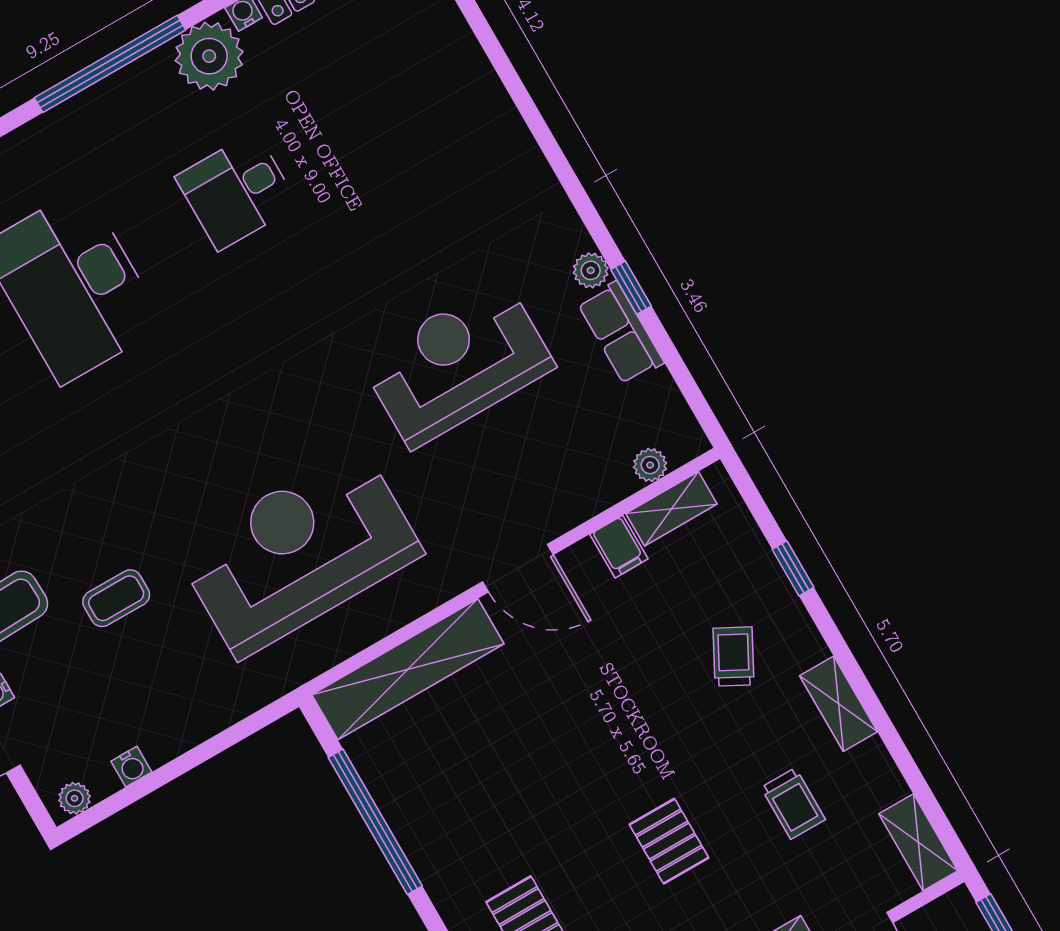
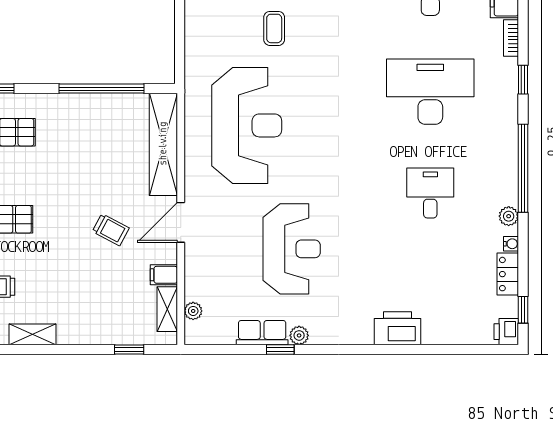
plant: (209, 56) -> (509, 216), width x0.53, depth x0.53
printer: (487, 117) -> (398, 328), added
window: (793, 568) -> (129, 349), moved
trolley: (734, 656) -> (111, 230), moved

